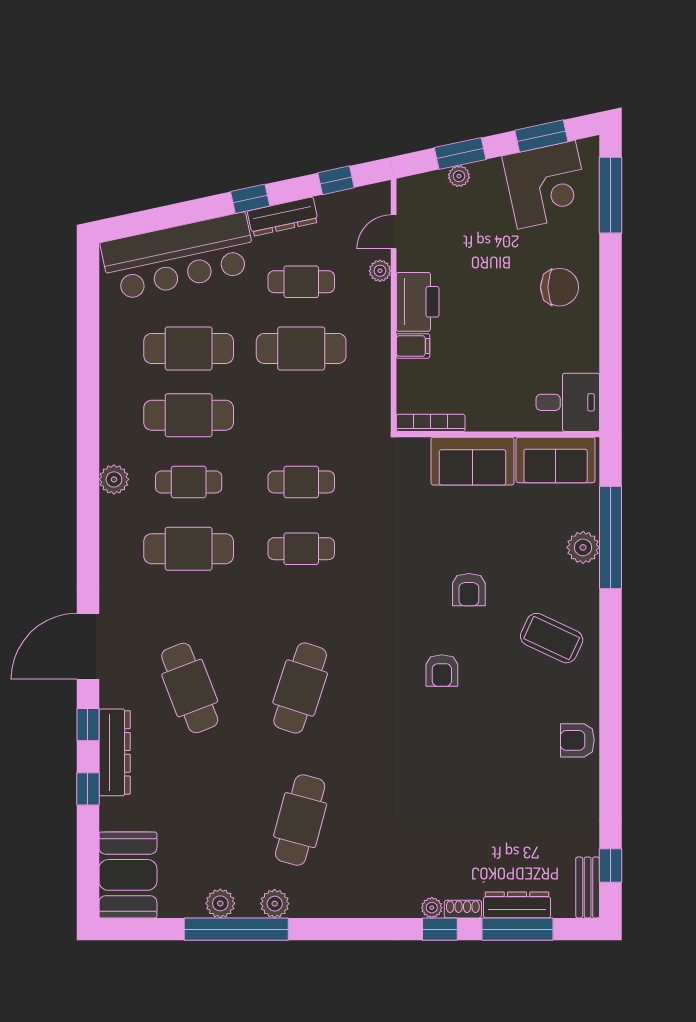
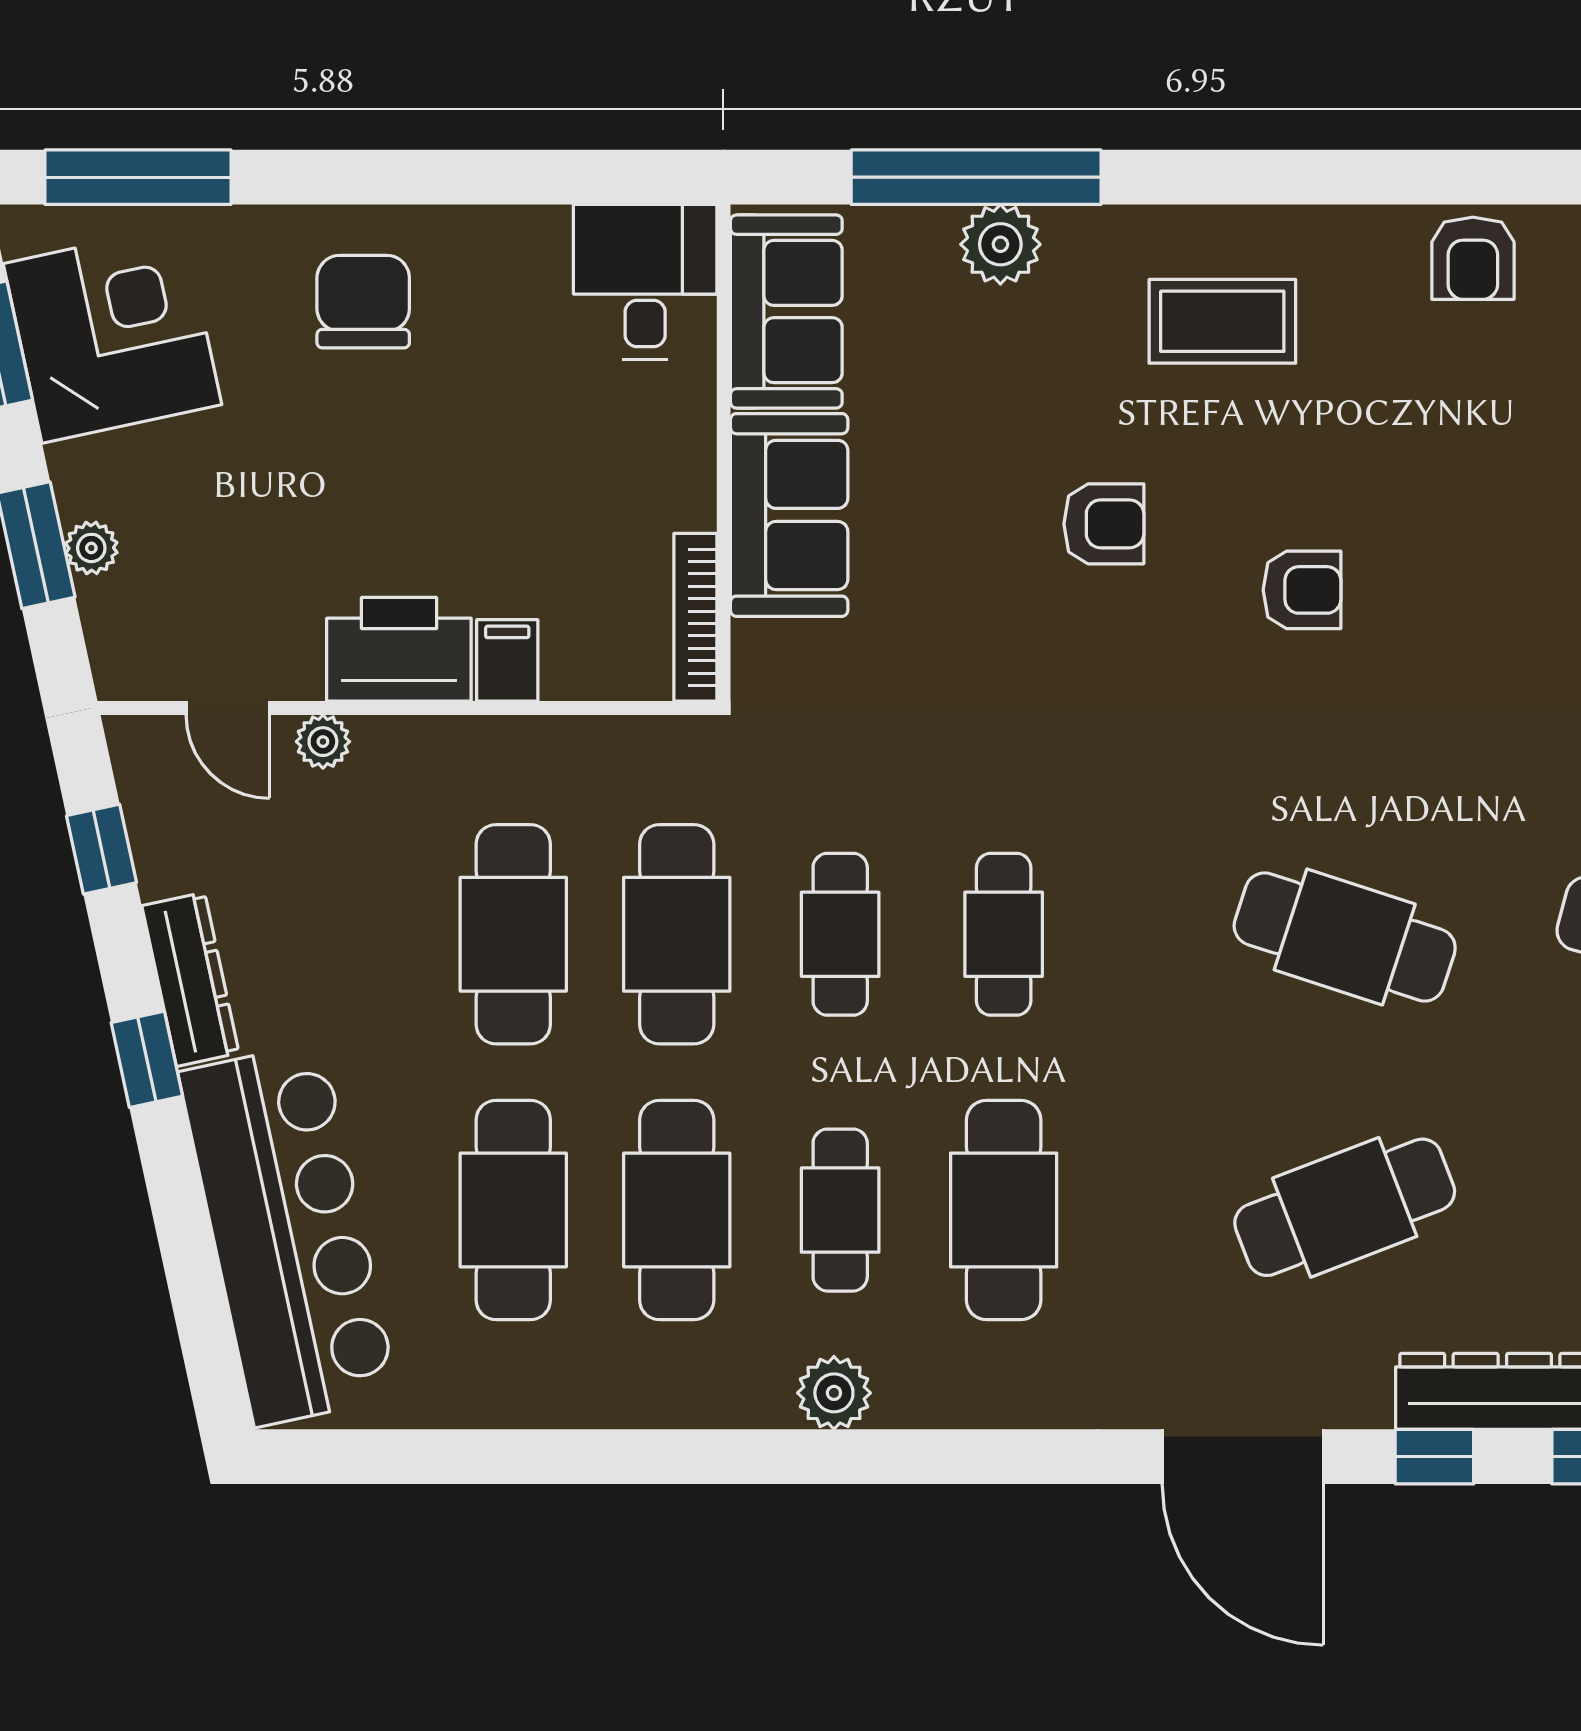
cafe table: (301, 282) -> (677, 934), moved, width x1.37, depth x1.35
coffee table: (552, 638) -> (1222, 321), turned 65

